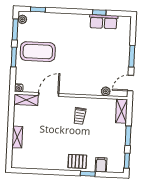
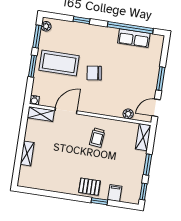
window: (38, 10) -> (82, 20), moved
window: (99, 12) -> (130, 28), width x3.17
chair: (71, 57) -> (94, 73), added

